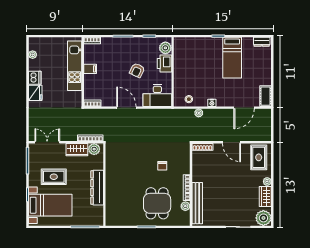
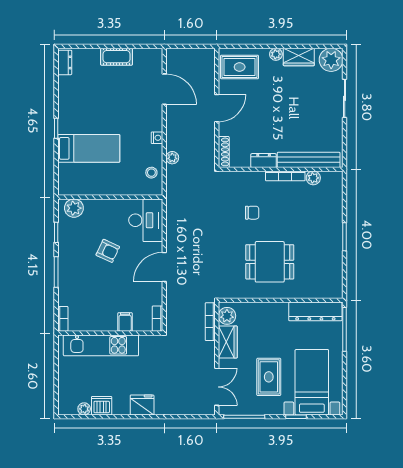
bed: (232, 58) -> (89, 148), moved
printer: (164, 64) -> (98, 210), removed
filing cabinet: (90, 69) -> (125, 322), moved
dishwasher: (35, 78) -> (102, 406), moved
cot: (266, 96) -> (117, 57), moved
double door: (47, 142) -> (217, 387), swing flipped
dresser: (197, 173) -> (264, 161), added
dresser: (97, 188) -> (315, 311), moved
dining table: (157, 203) -> (270, 262), moved

